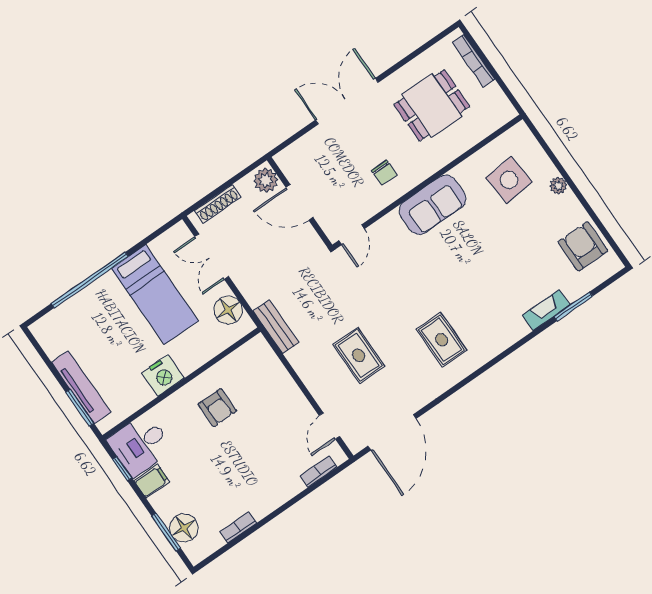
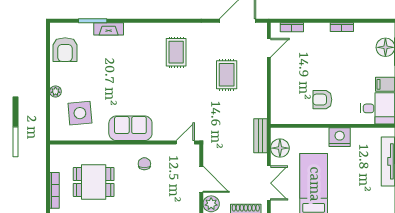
bench: (276, 327) -> (261, 136), moved
armchair: (217, 408) -> (322, 100), turned -90
bookcase: (238, 527) -> (342, 27), moved

